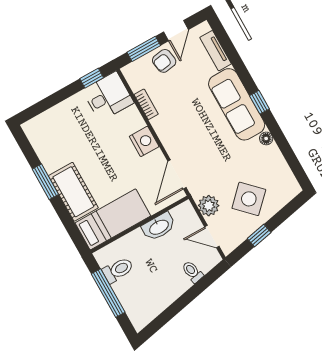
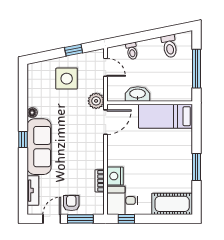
armchair: (164, 61) -> (71, 203), turned -81
nightstand: (144, 141) -> (115, 176), moved
cot: (73, 192) -> (172, 204), moved, turned 90
side table: (249, 199) -> (67, 79), turned 45
plant: (209, 206) -> (96, 101), moved
toilet: (118, 270) -> (169, 46), moved, turned -101

